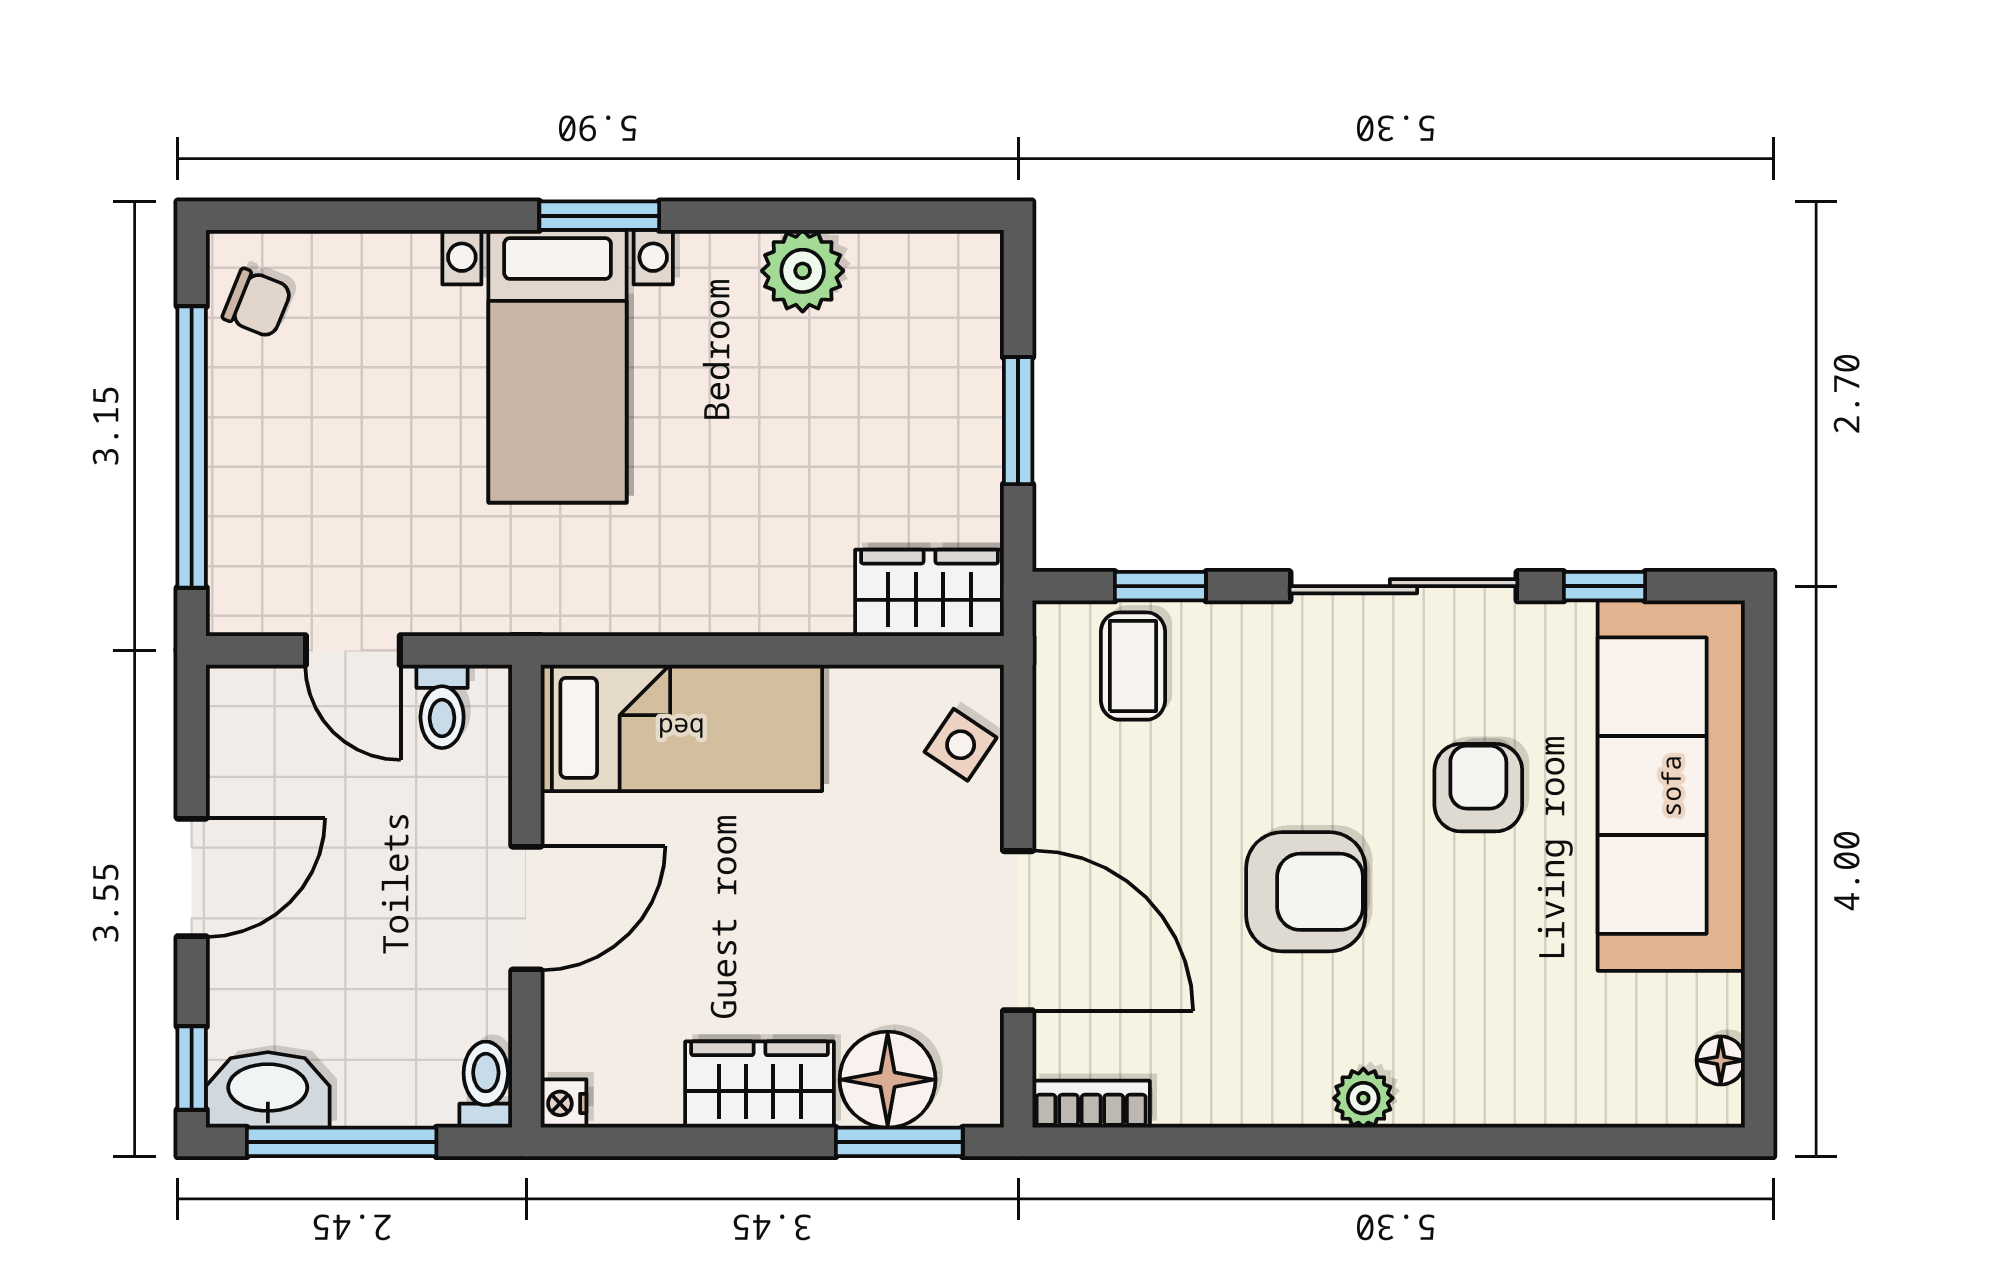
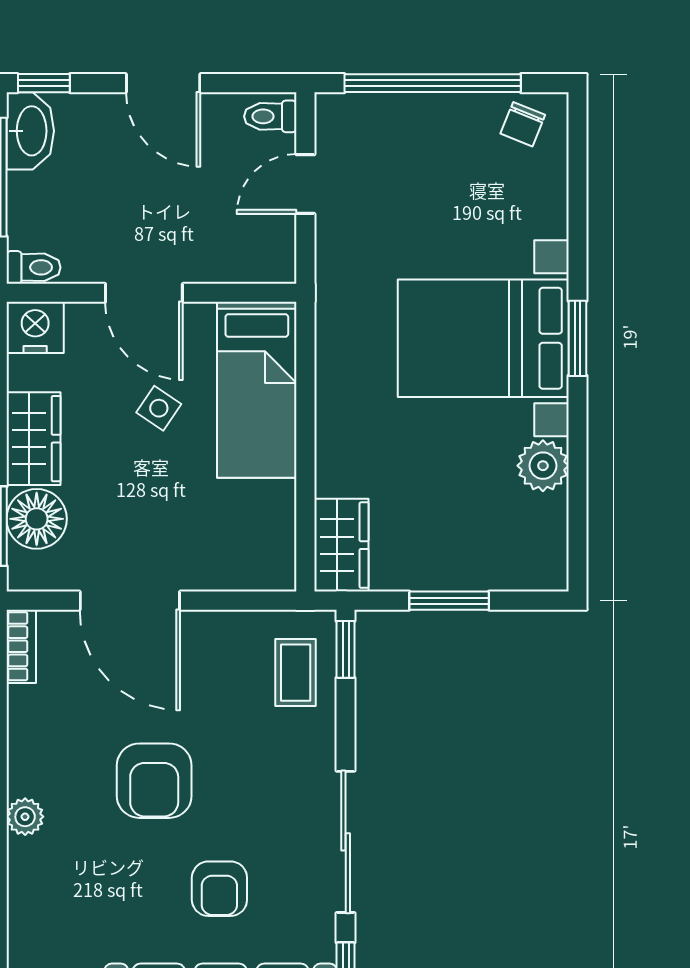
bed with nightstands: (558, 366) -> (483, 338), width x1.36
window: (1160, 586) -> (346, 649), moved
coffee table: (1133, 666) -> (296, 673), turned 90
toilet: (442, 706) -> (270, 116), moved
side table: (961, 745) -> (159, 408), moved
armchair: (1478, 788) -> (219, 889), turned 90
door: (1018, 931) -> (130, 601), hinge flipped
nightstand: (564, 1103) -> (35, 327), width x1.89, depth x1.79

